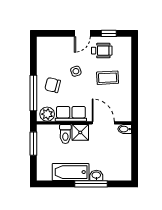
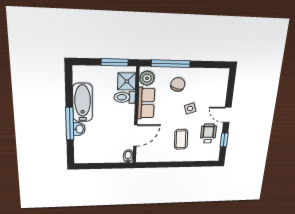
wheelchair: (102, 51) -> (208, 134), turned 180
shower: (80, 132) -> (127, 81), moved

